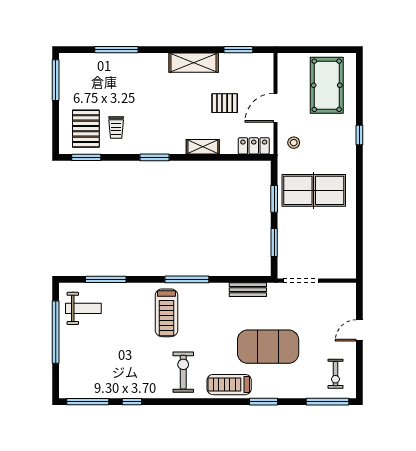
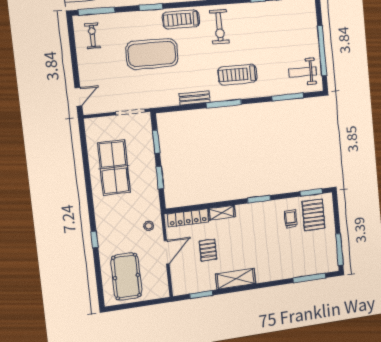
window: (116, 50) -> (309, 278), moved
pallet: (225, 103) -> (208, 250), turned 90
locker: (254, 146) -> (188, 218), width x1.53
table tennis table: (314, 190) -> (114, 168), moved, turned 90
bench: (248, 290) -> (195, 98), moved
treadmill: (166, 313) -> (237, 75), turned -90
door: (359, 330) -> (78, 97), moved
treadmill: (229, 385) -> (181, 19), turned 180

